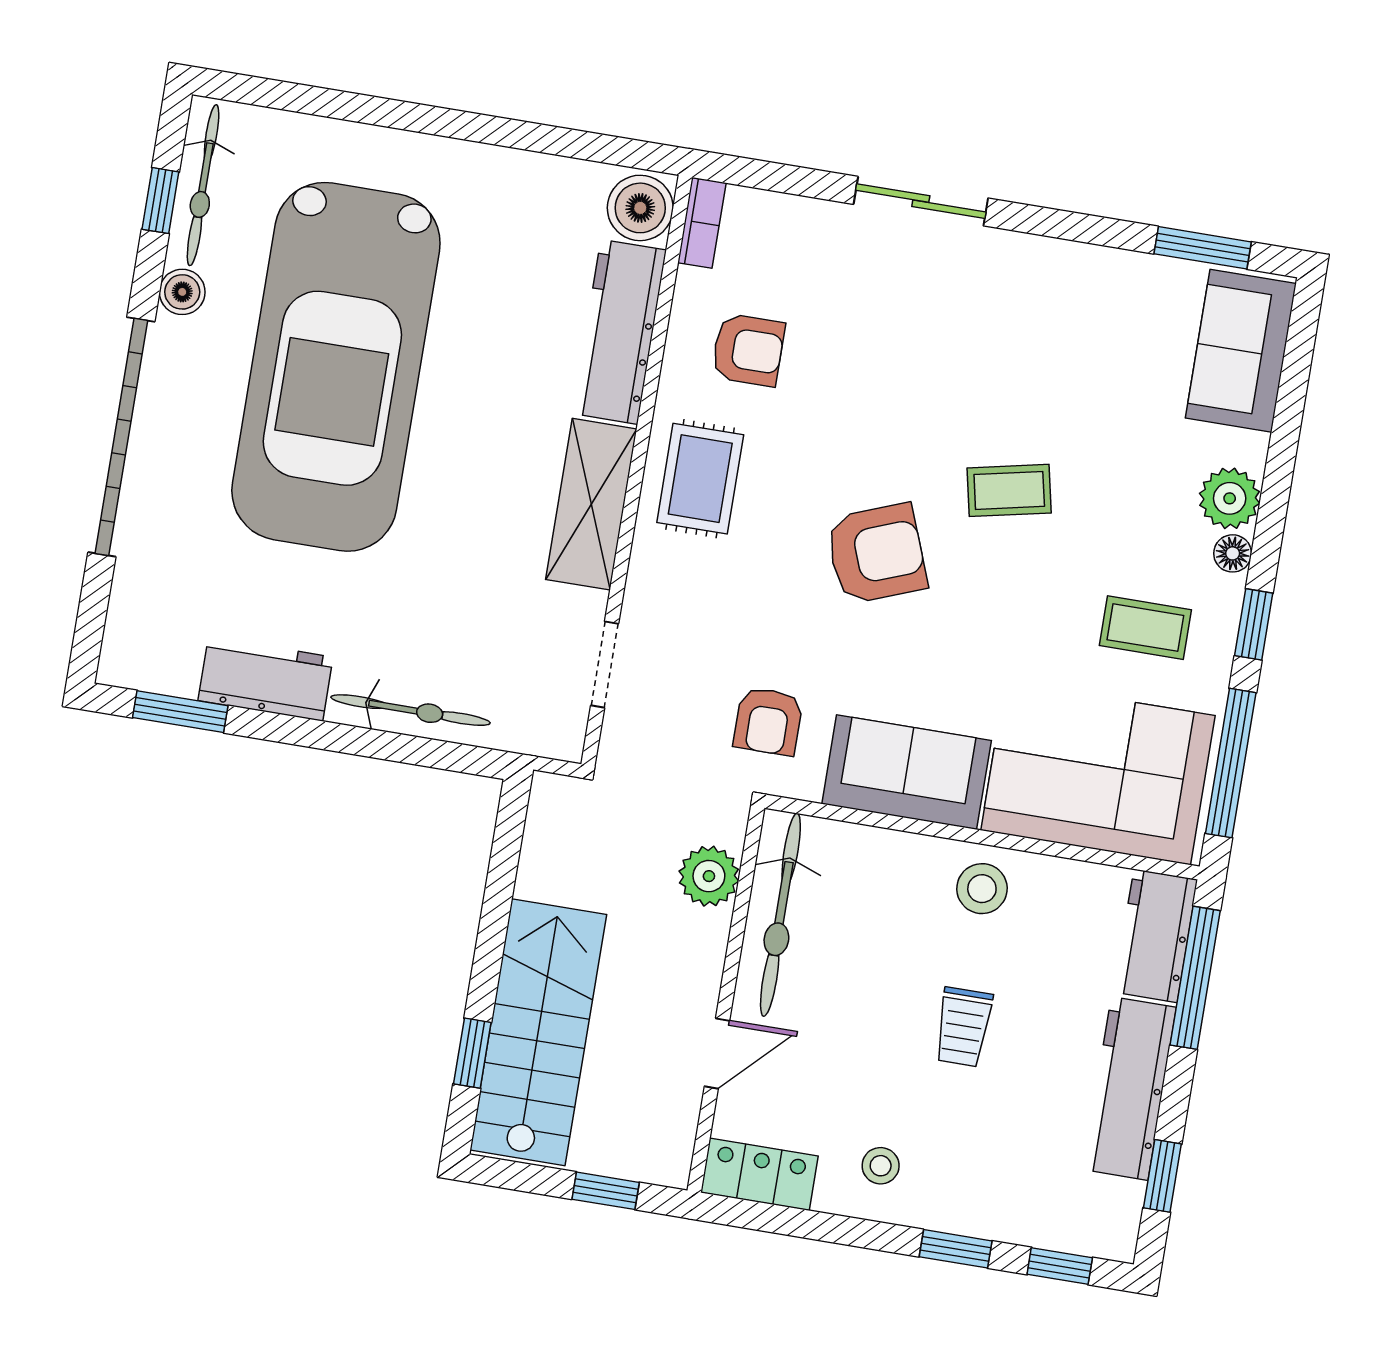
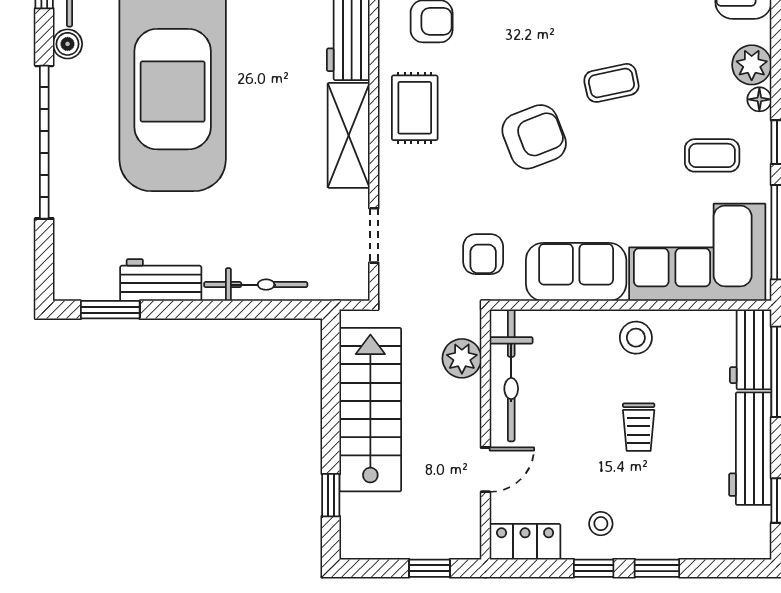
stairs: (538, 1032) -> (370, 410), moved
window: (1060, 1266) -> (594, 568), moved

